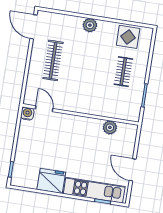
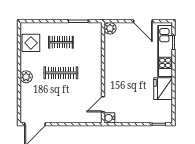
clothes rail: (53, 60) -> (61, 73), moved
plant: (110, 127) -> (110, 28), moved
door: (133, 170) -> (143, 21), hinge flipped

